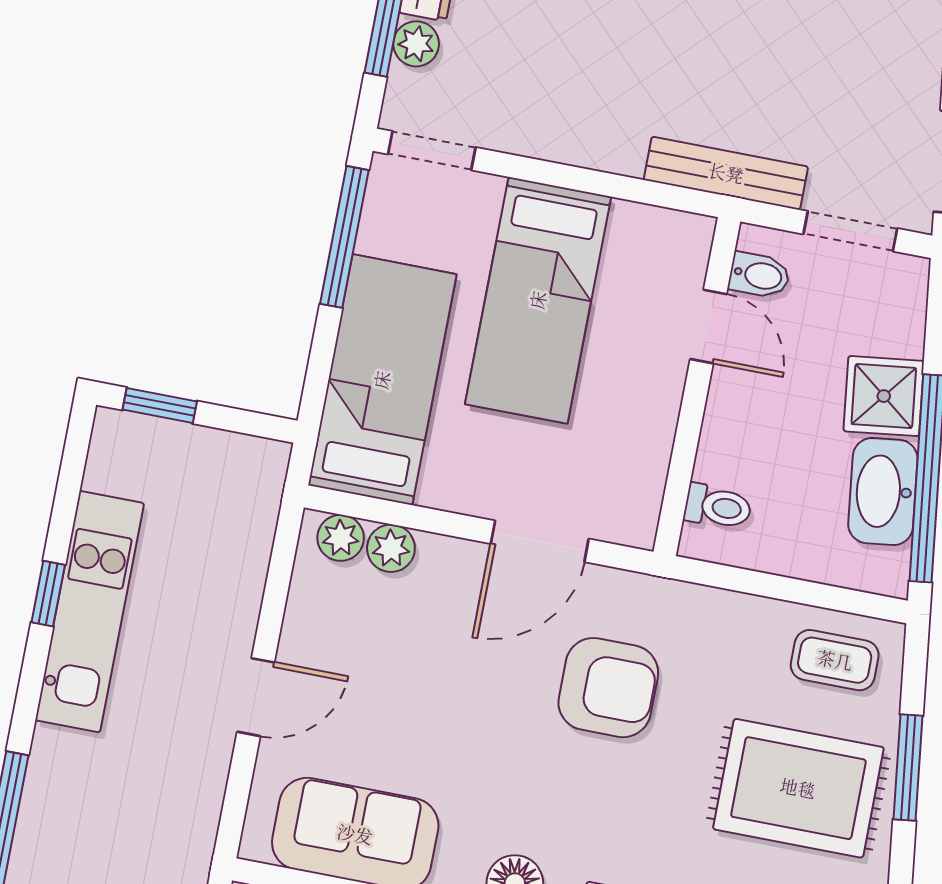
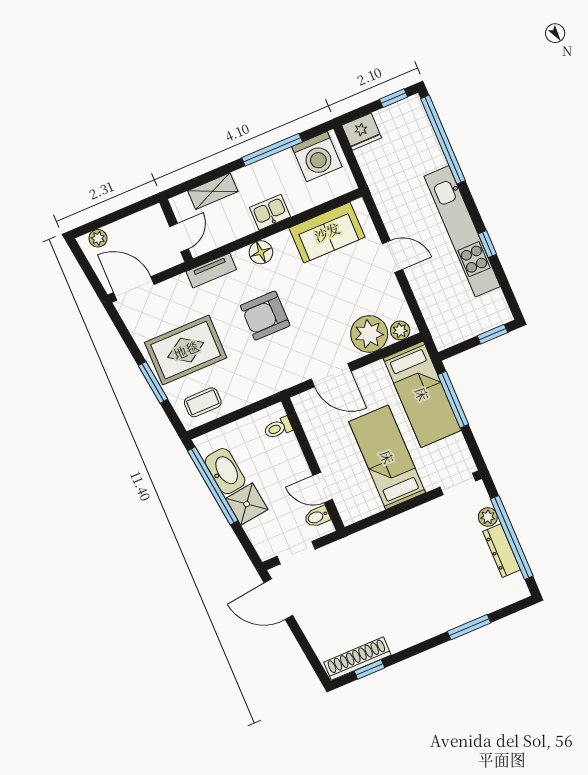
bench: (726, 173) -> (352, 544), removed
window: (344, 237) -> (453, 400), moved
door: (540, 541) -> (331, 375), swing flipped
plant: (391, 548) -> (369, 334), width x1.87, depth x1.87
kitchen unit: (90, 612) -> (462, 231), width x1.36
armchair: (608, 688) -> (265, 316), moved
door: (256, 697) -> (392, 256), swing flipped

